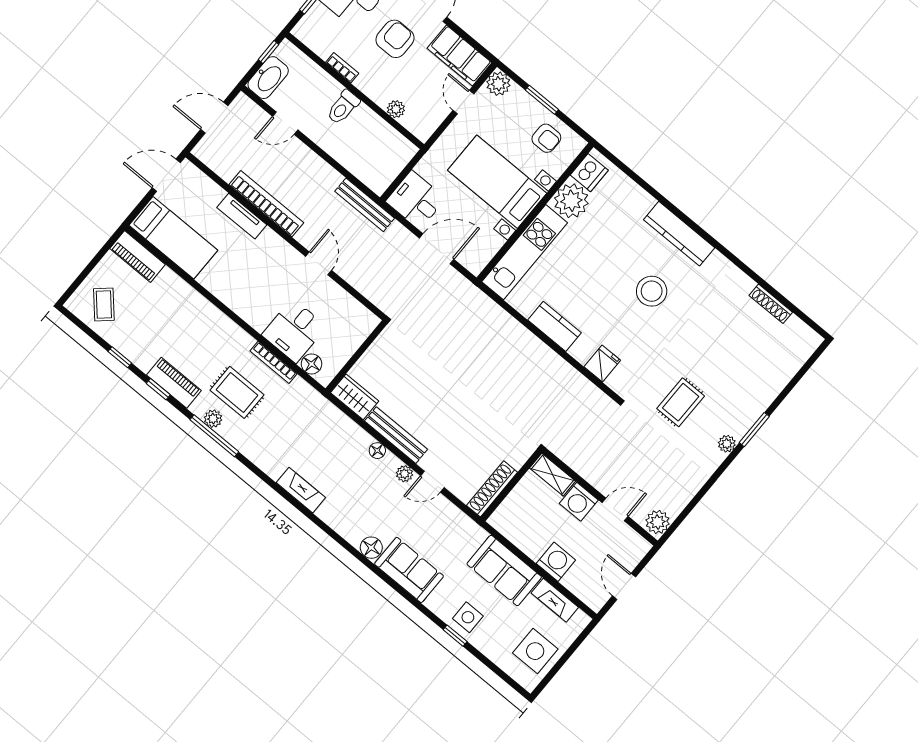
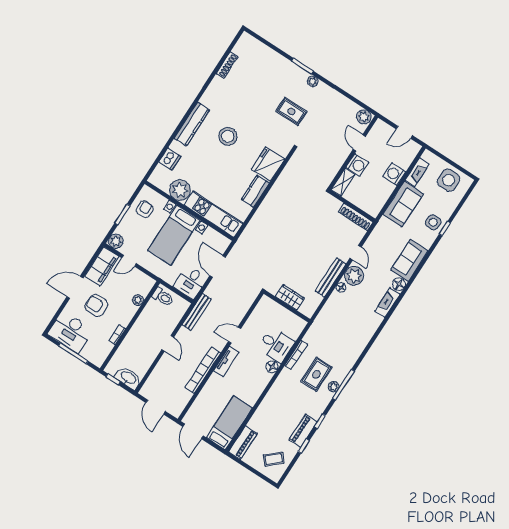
toilet: (343, 107) -> (163, 297), moved
door: (285, 123) -> (168, 343), moved
dishwasher: (589, 173) -> (170, 159), moved, turned 90
tv unit: (242, 216) -> (226, 361), moved
floor lamp: (312, 364) -> (272, 367), moved
fridge: (602, 364) -> (268, 164), width x1.88, depth x1.34
piano: (174, 383) -> (303, 431), moved
wardrobe: (355, 397) -> (290, 297), moved, turned 90
plant: (405, 474) -> (354, 276), width x1.87, depth x1.87
fireplace: (301, 490) -> (387, 303), moved

